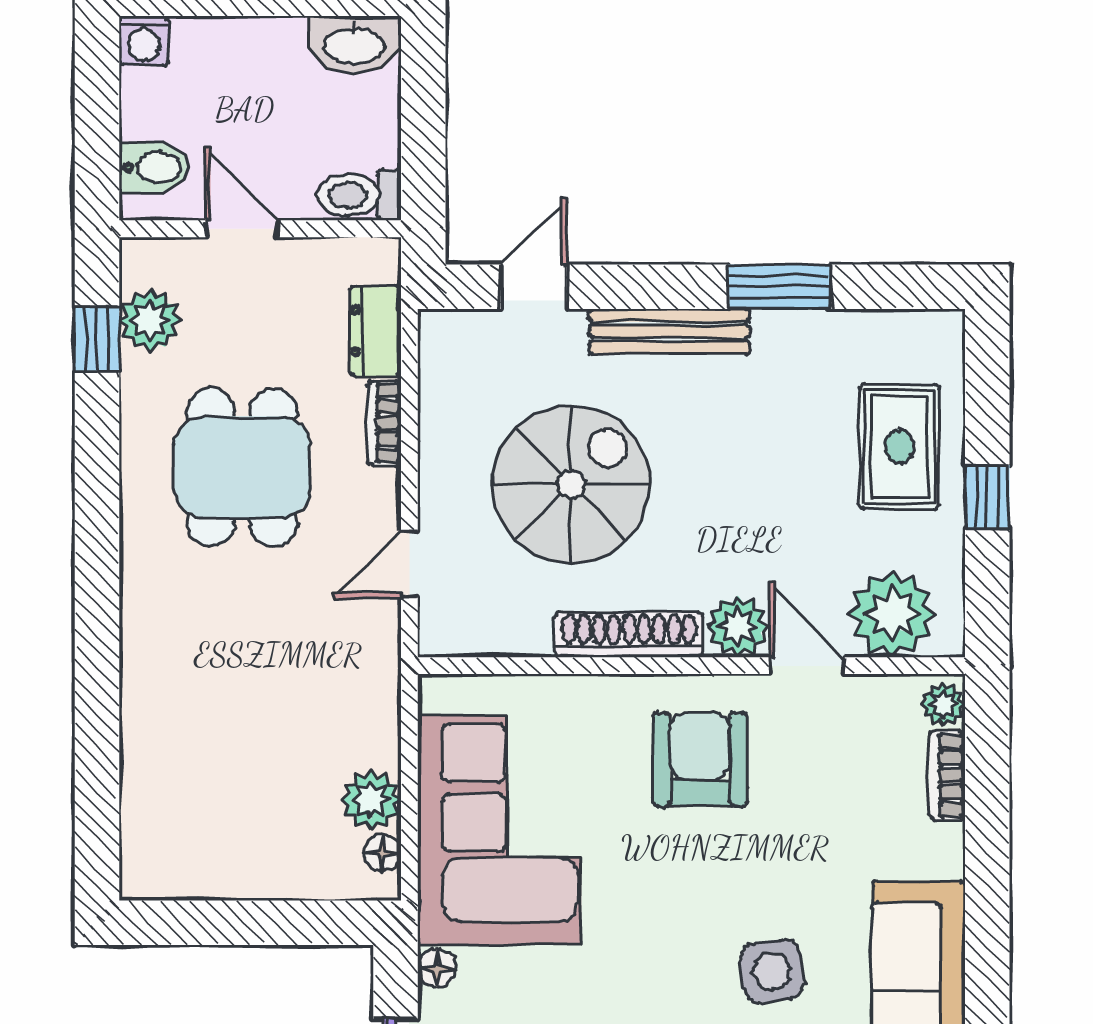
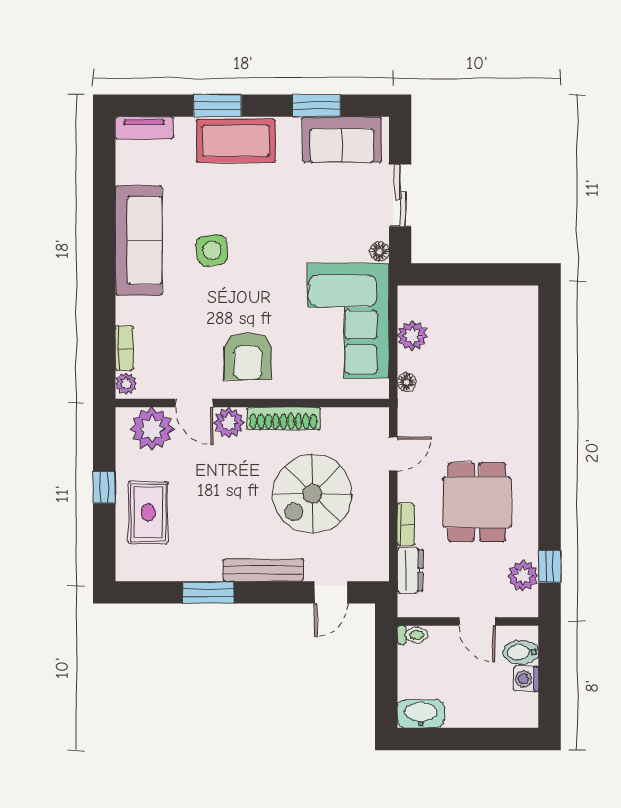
washing machine: (144, 41) -> (526, 679), moved, turned -90
toilet: (359, 195) -> (412, 635), width x0.73, depth x0.72
floor lamp: (382, 853) -> (407, 382), moved

